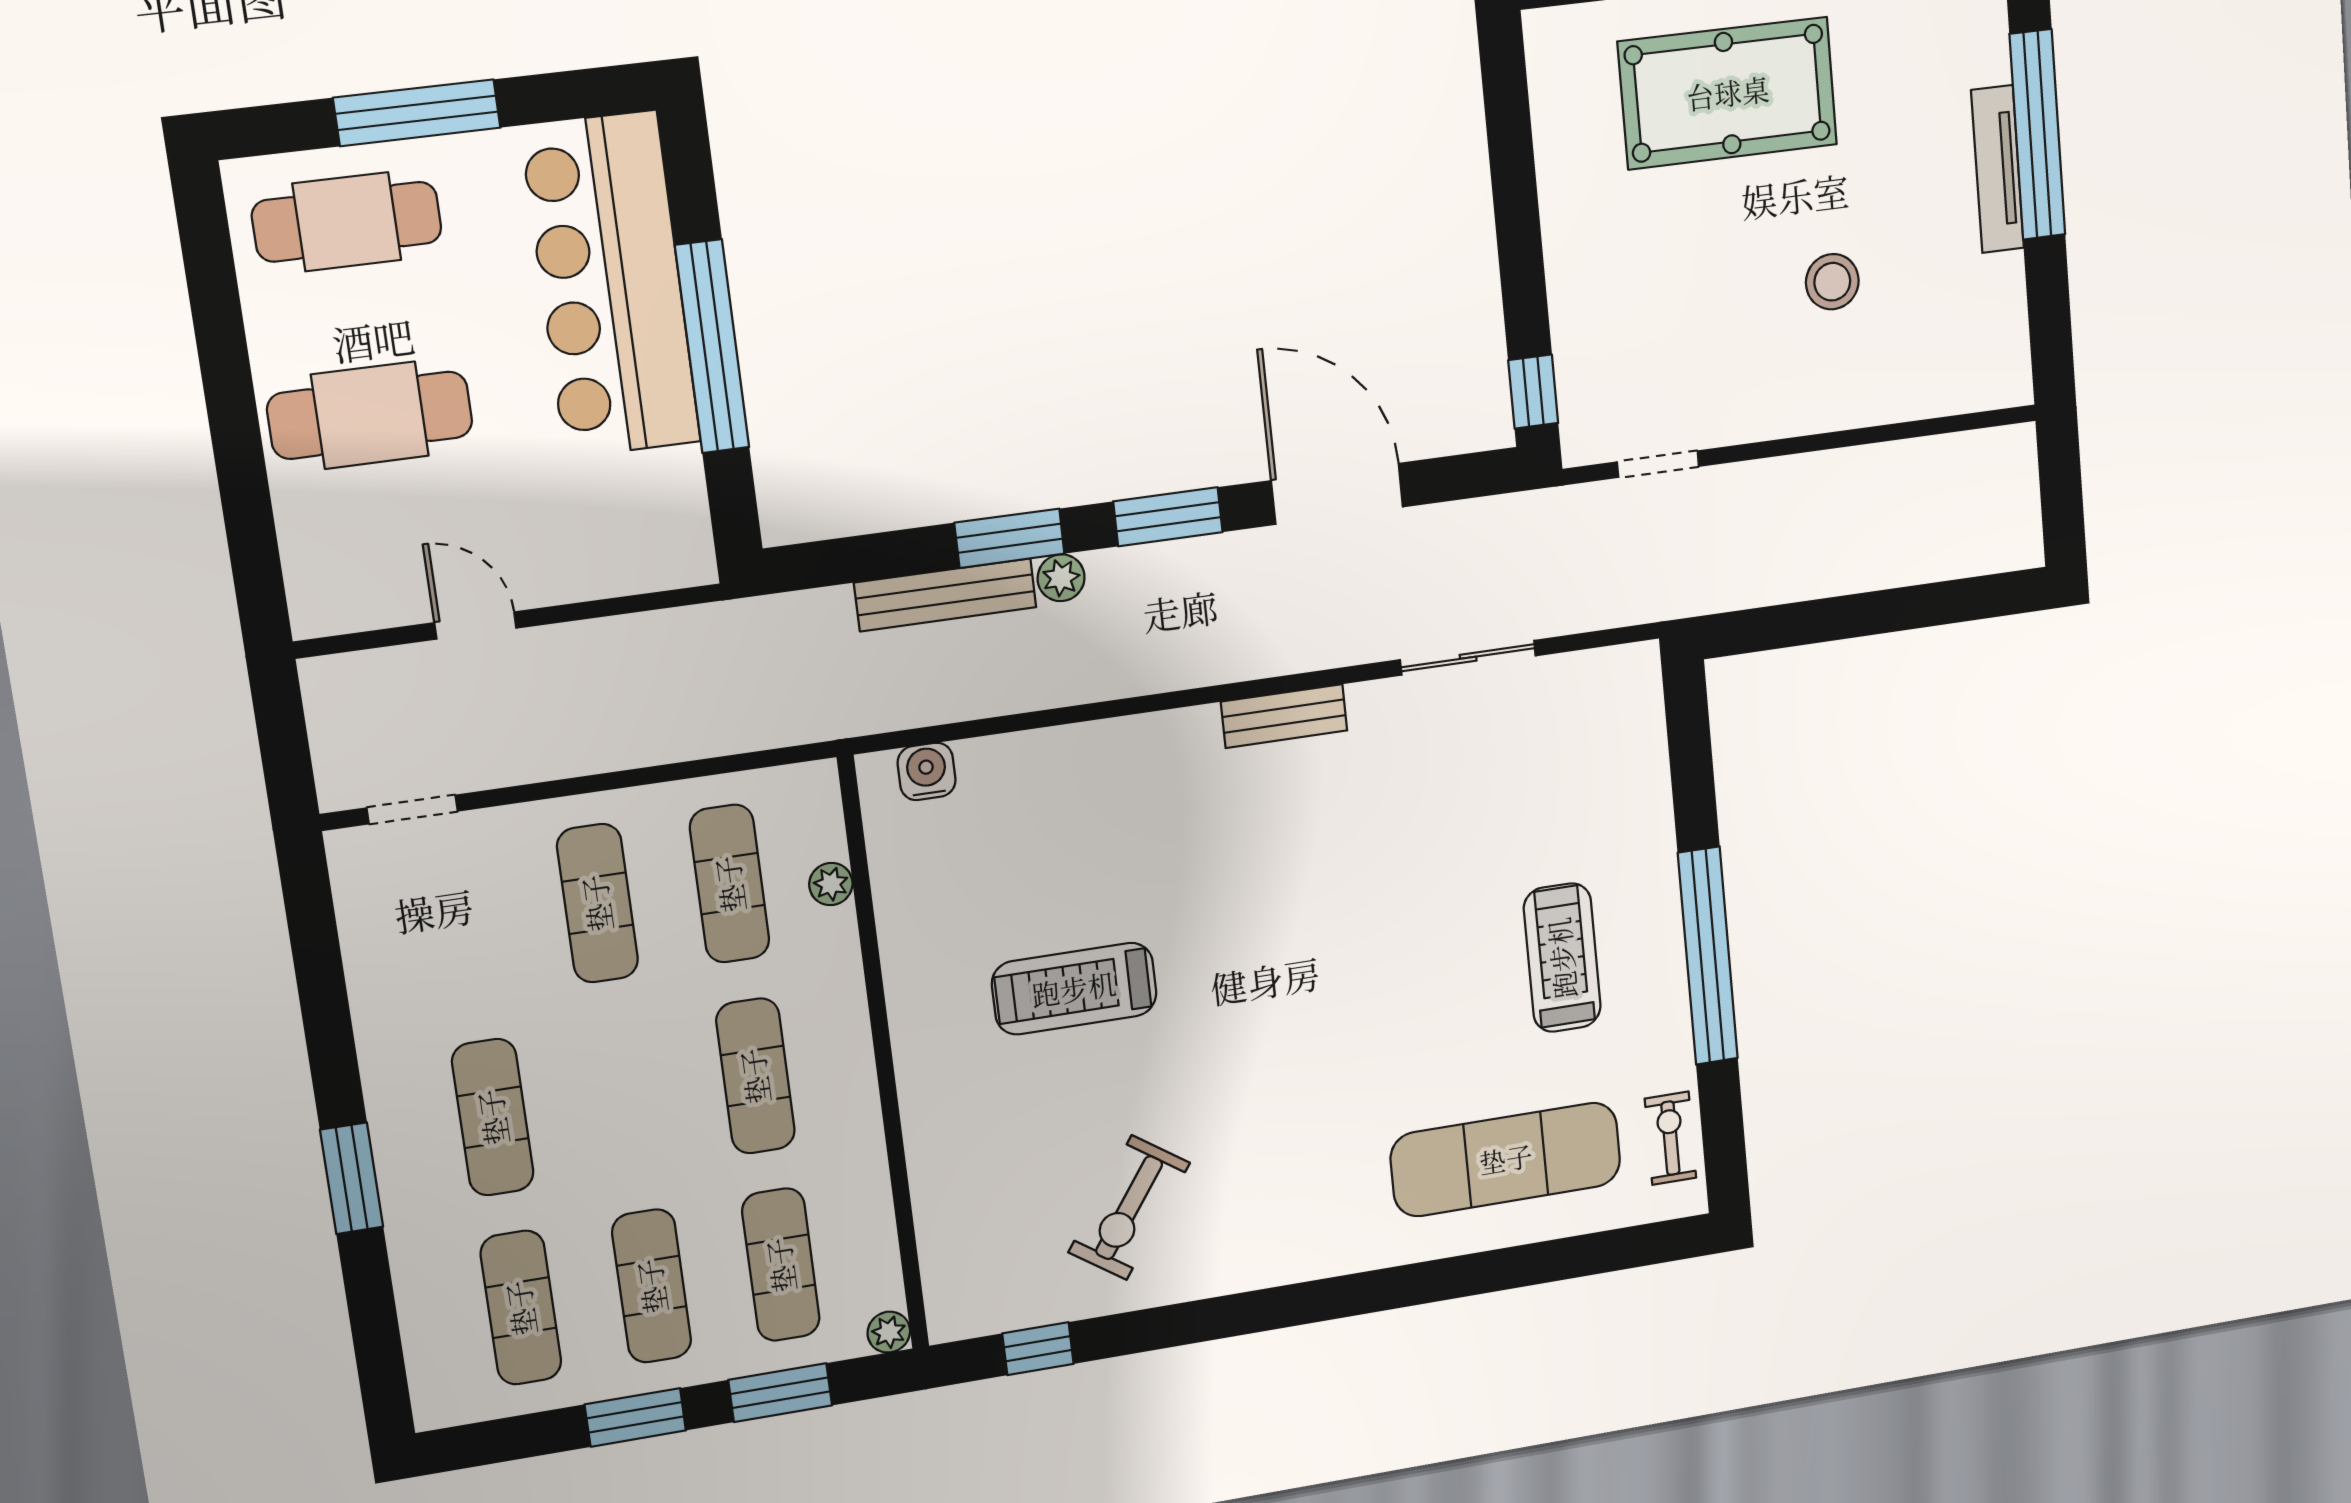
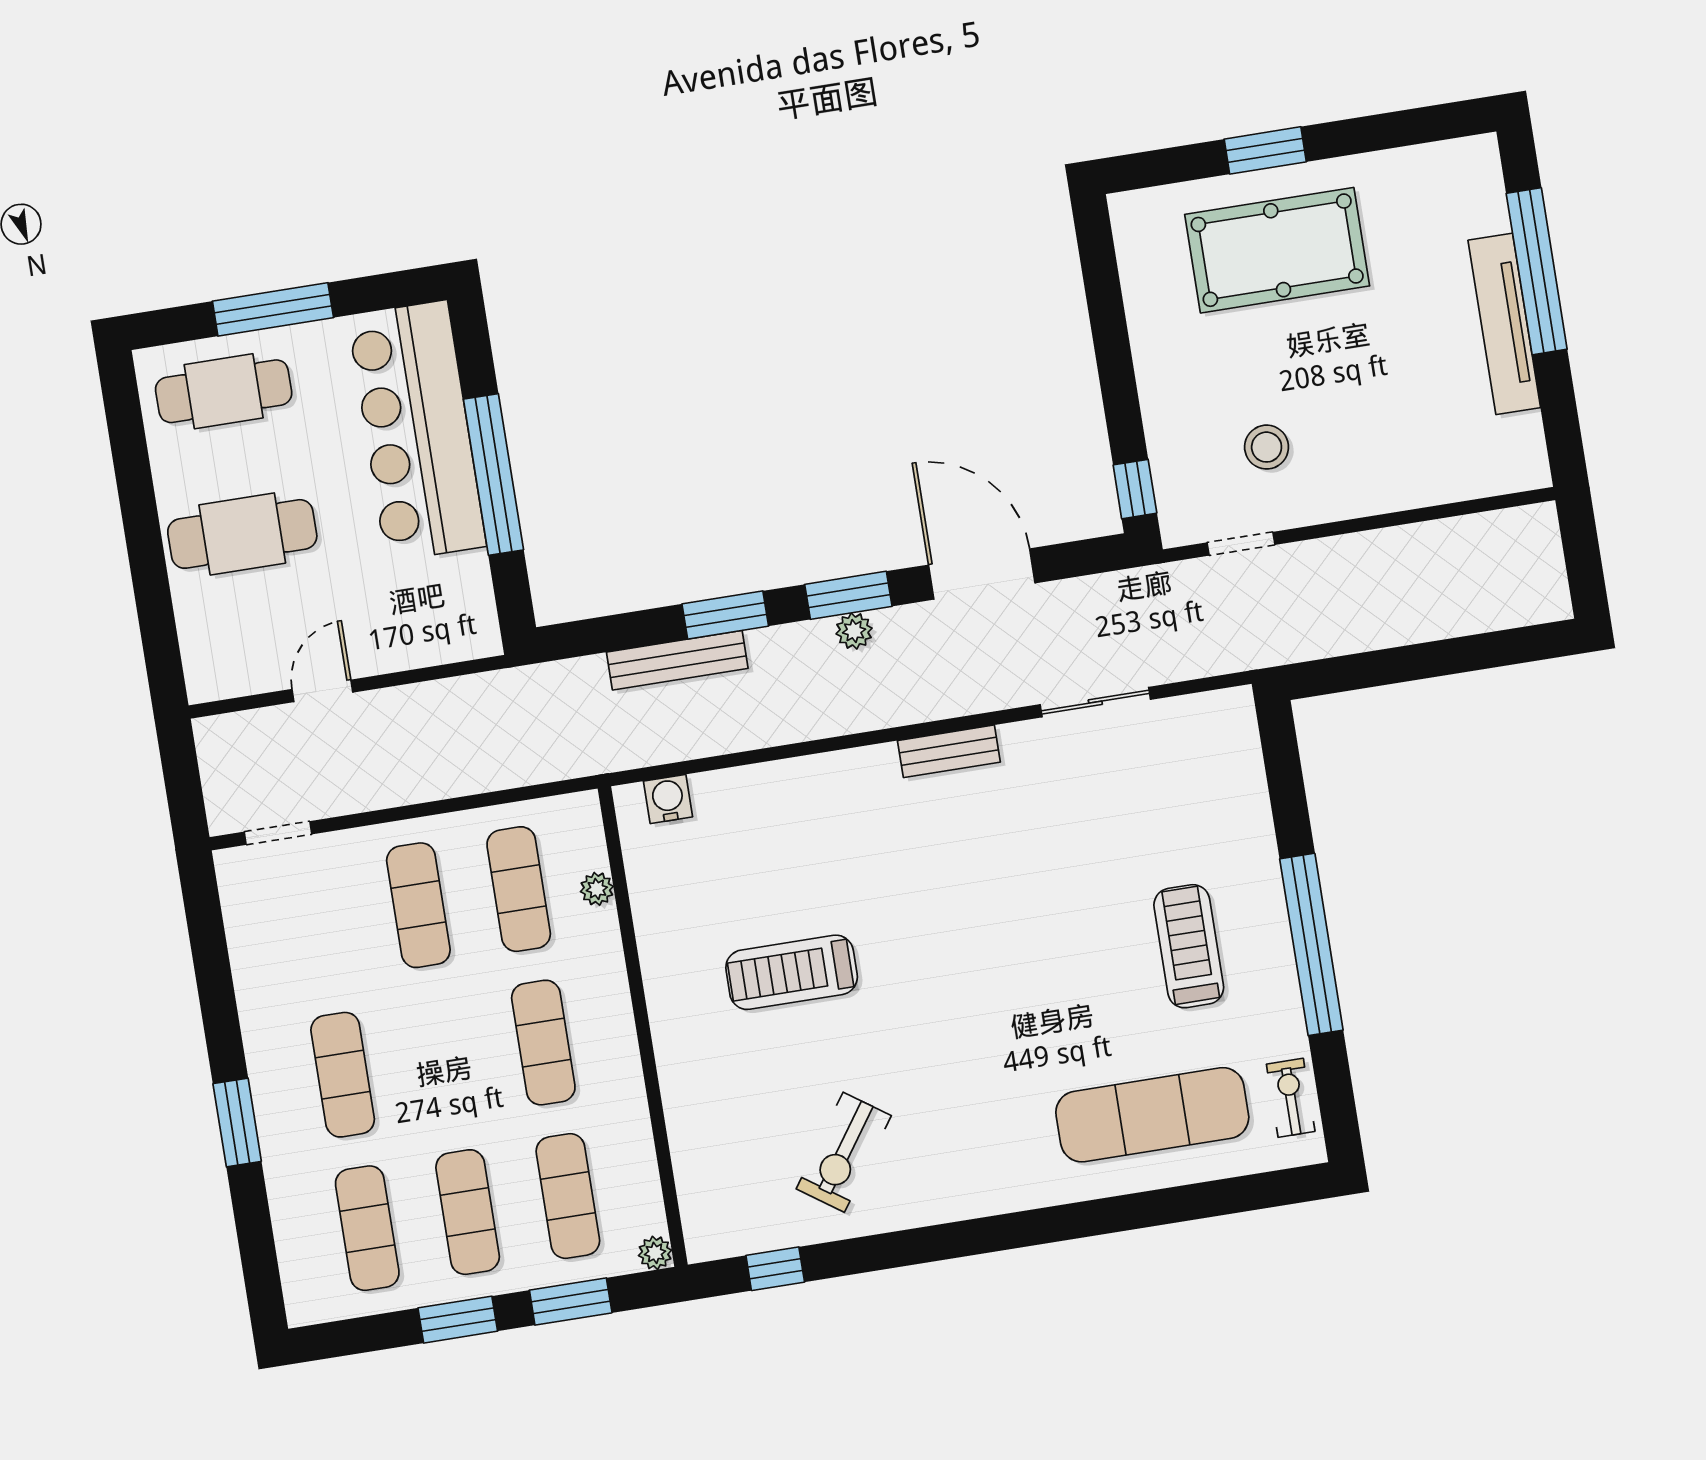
tv unit: (1997, 169) -> (1504, 324), width x1.36, depth x1.29
stool: (1832, 282) -> (1267, 447), moved
plant: (1061, 578) -> (854, 631), moved
door: (475, 625) -> (322, 691), hinge flipped

